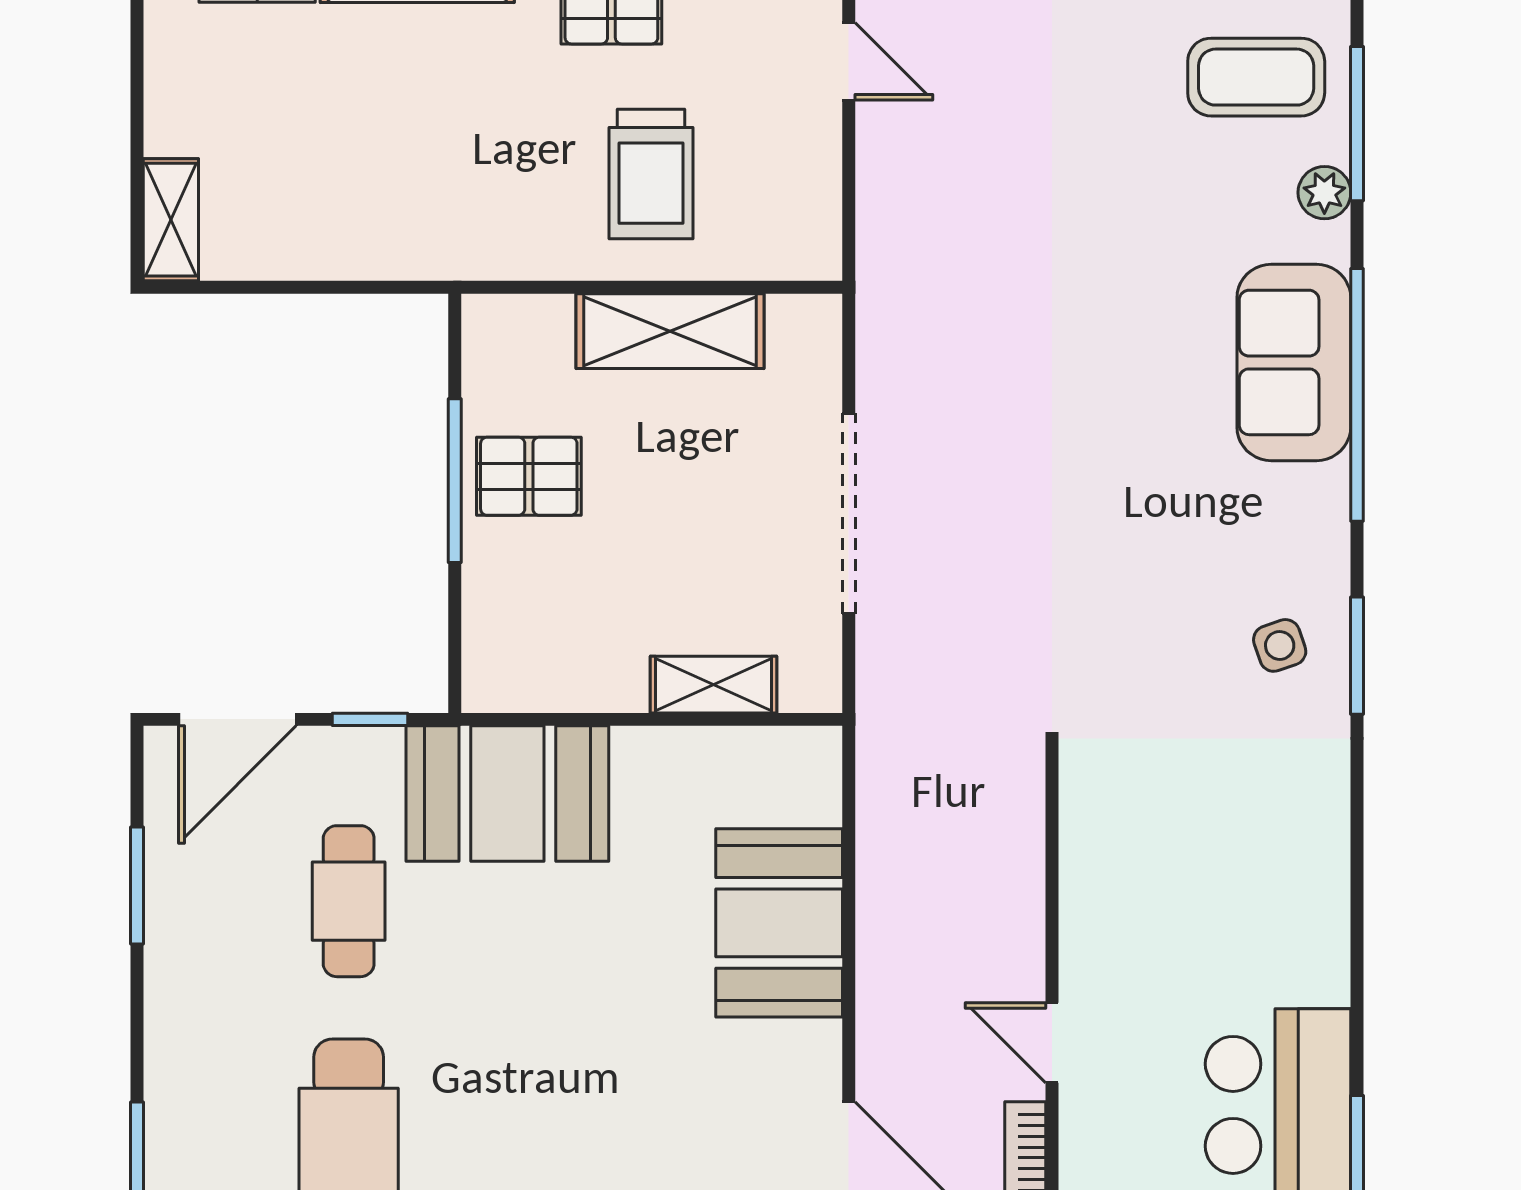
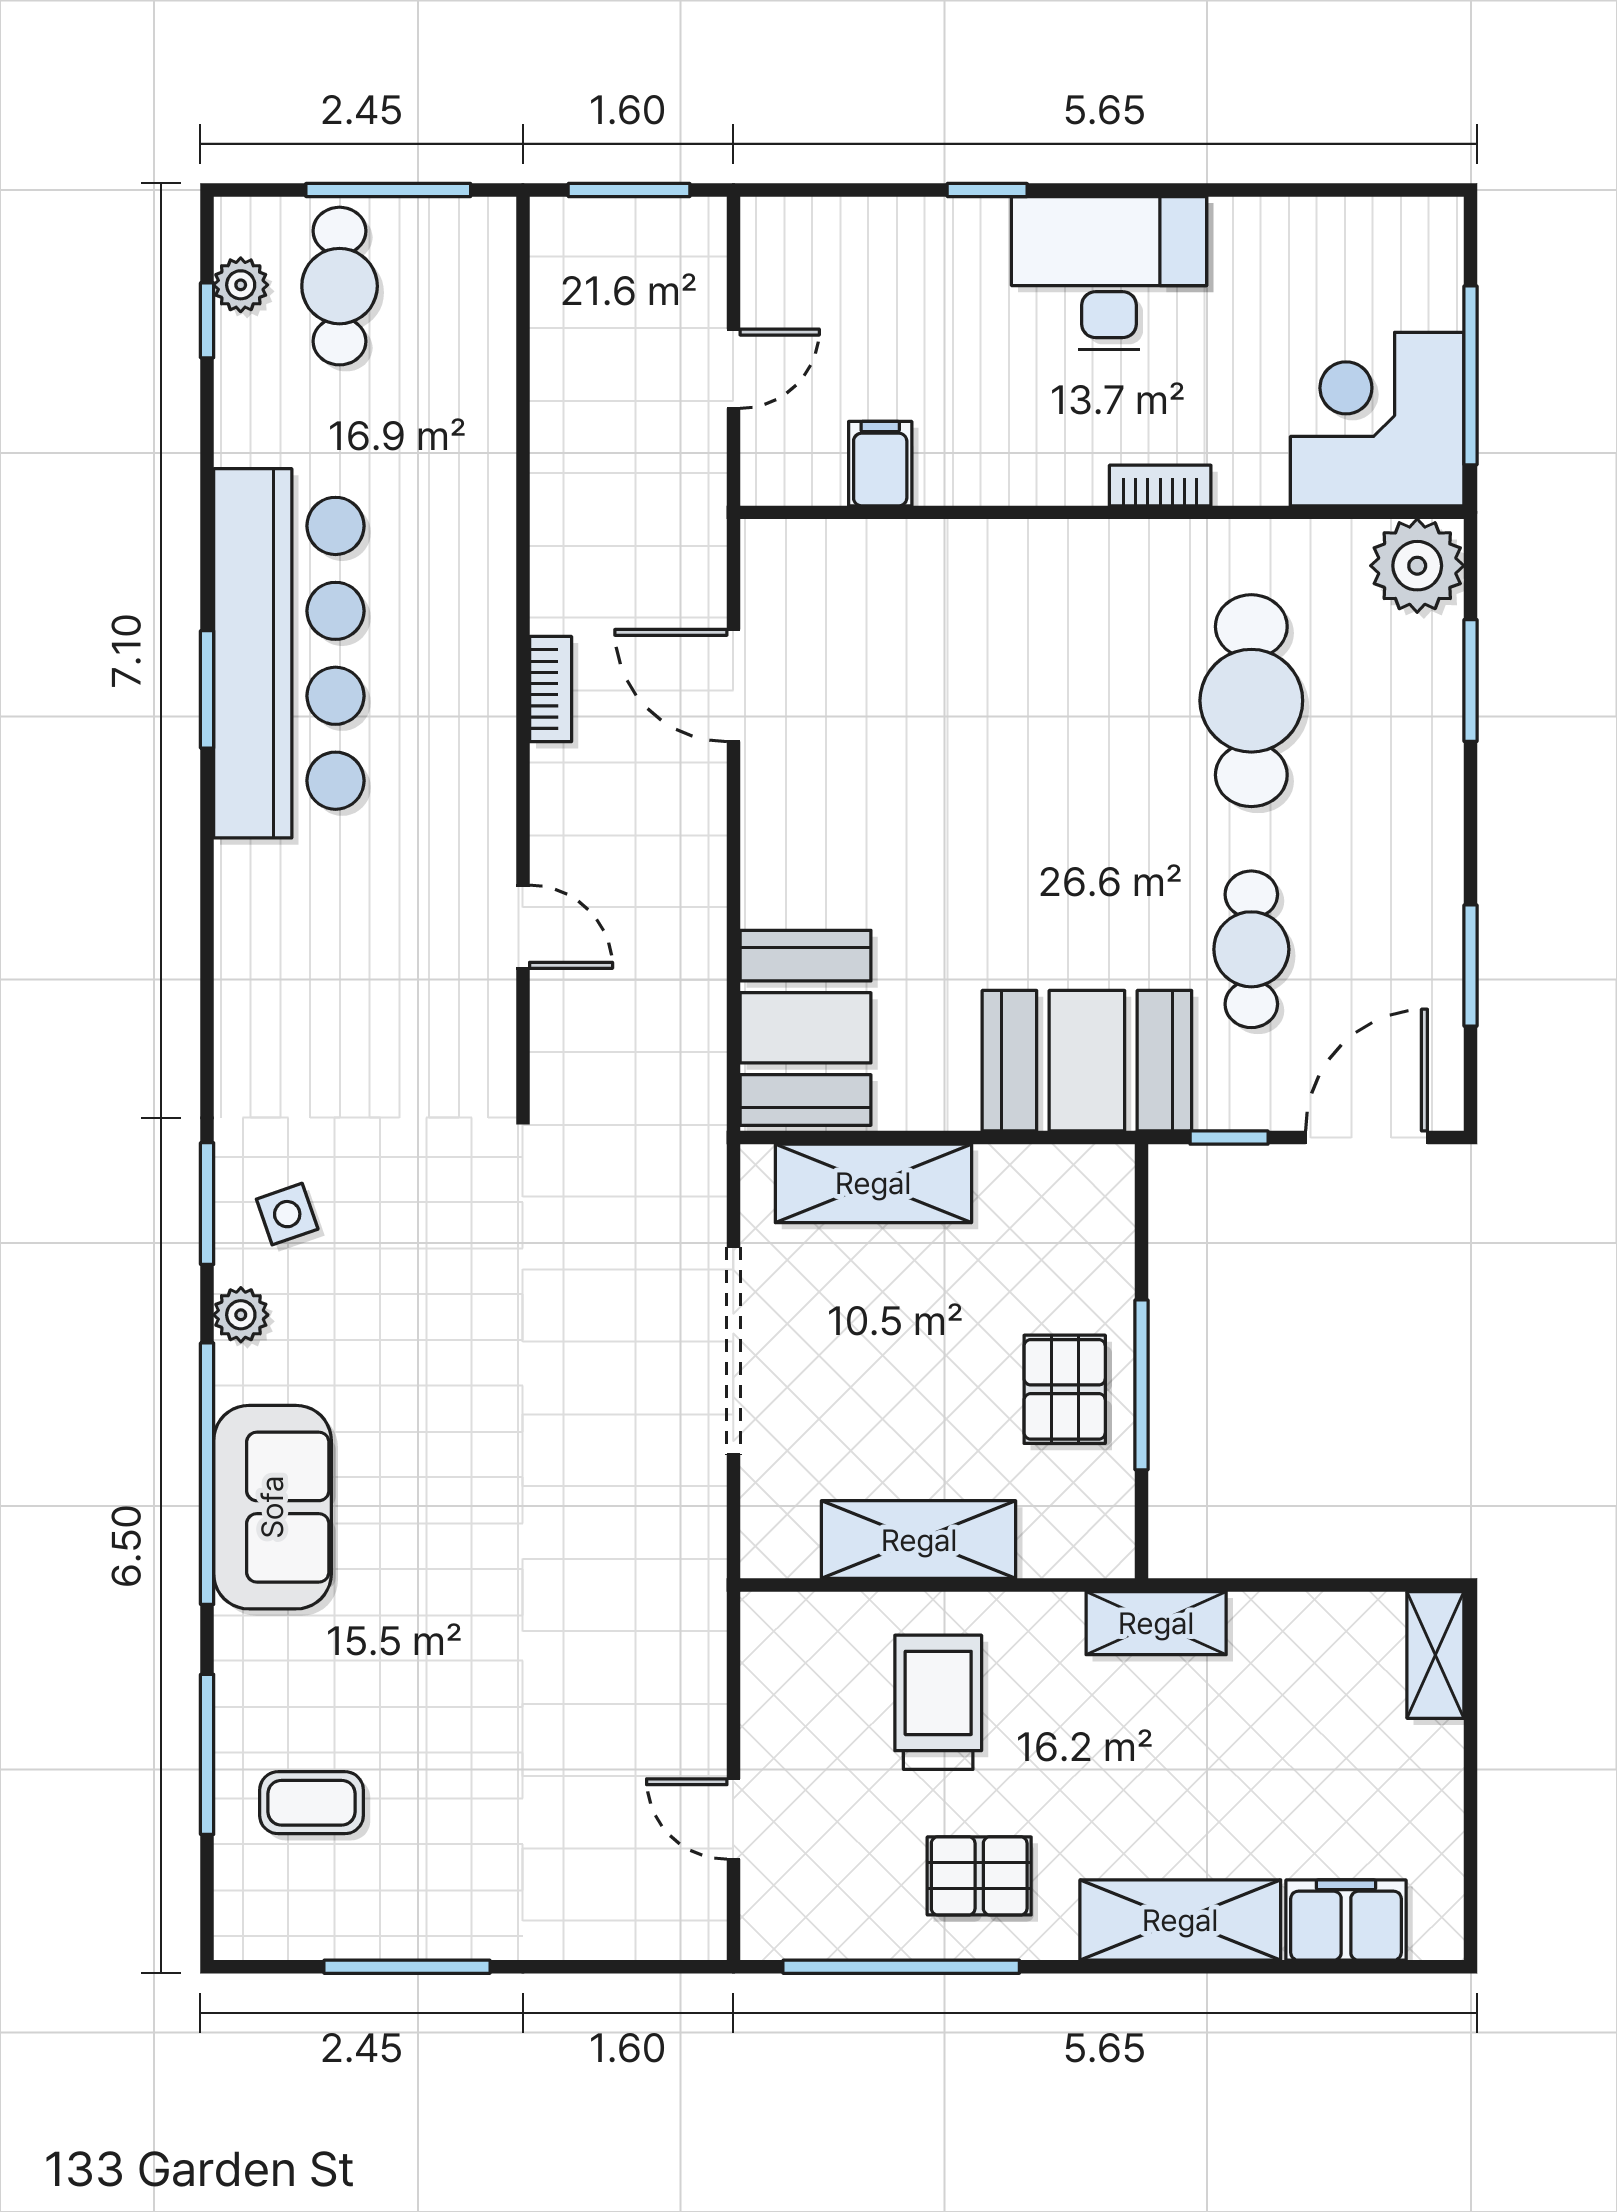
coffee table: (1256, 77) -> (312, 1803), width x0.73, depth x0.77
plant: (1324, 193) -> (241, 1315), moved
shelving: (441, 250) -> (1156, 1623), added
pallet: (529, 476) -> (1065, 1389), turned 90
shelving: (714, 685) -> (873, 1183), width x1.50, depth x1.33
booth: (779, 923) -> (806, 1028), moved
door: (1052, 1043) -> (523, 927), moved

